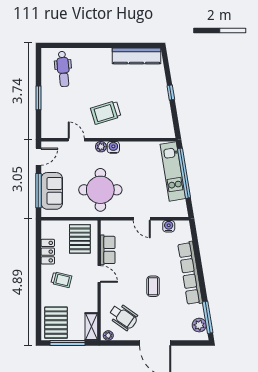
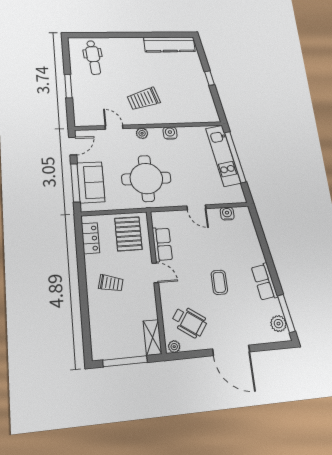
water cooler: (113, 147) -> (170, 133), moved
locker: (48, 252) -> (90, 238), moved
row of seats: (190, 273) -> (264, 282), width x0.50
pallet: (56, 323) -> (109, 337), removed

